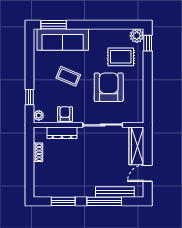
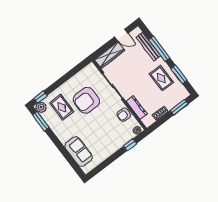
window: (54, 25) -> (41, 121), moved
sofa: (63, 40) -> (79, 151), width x0.73
coffee table: (68, 76) -> (99, 130), removed
window: (29, 176) -> (179, 107), added
rug: (73, 181) -> (161, 78), added

